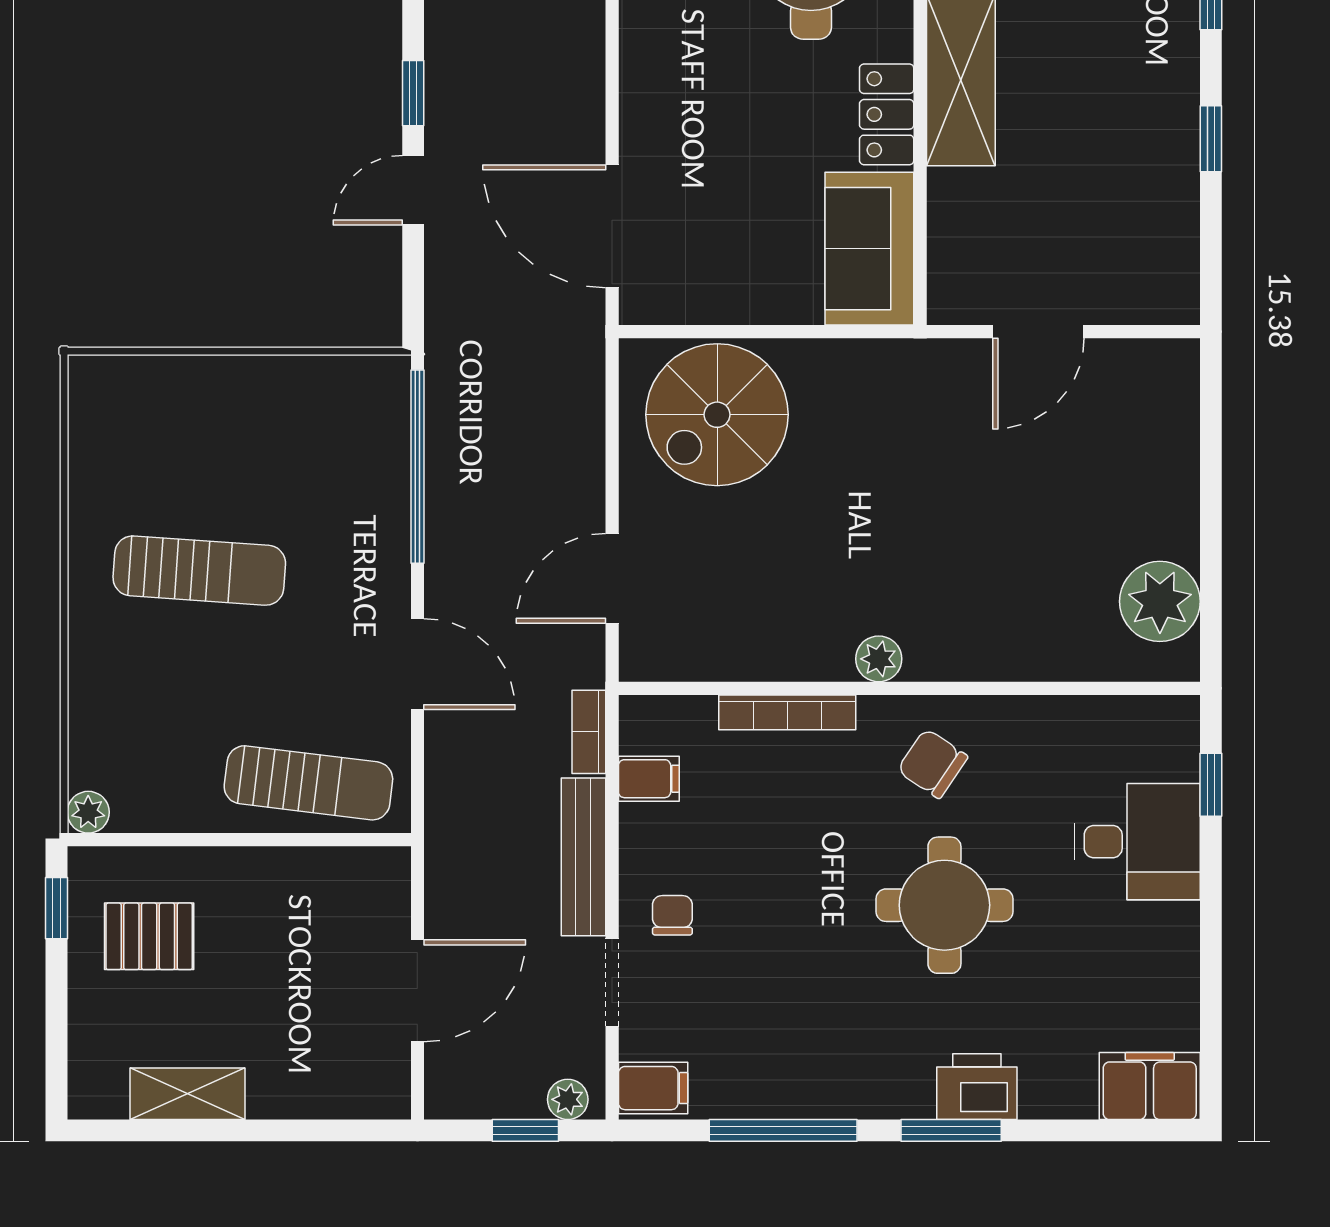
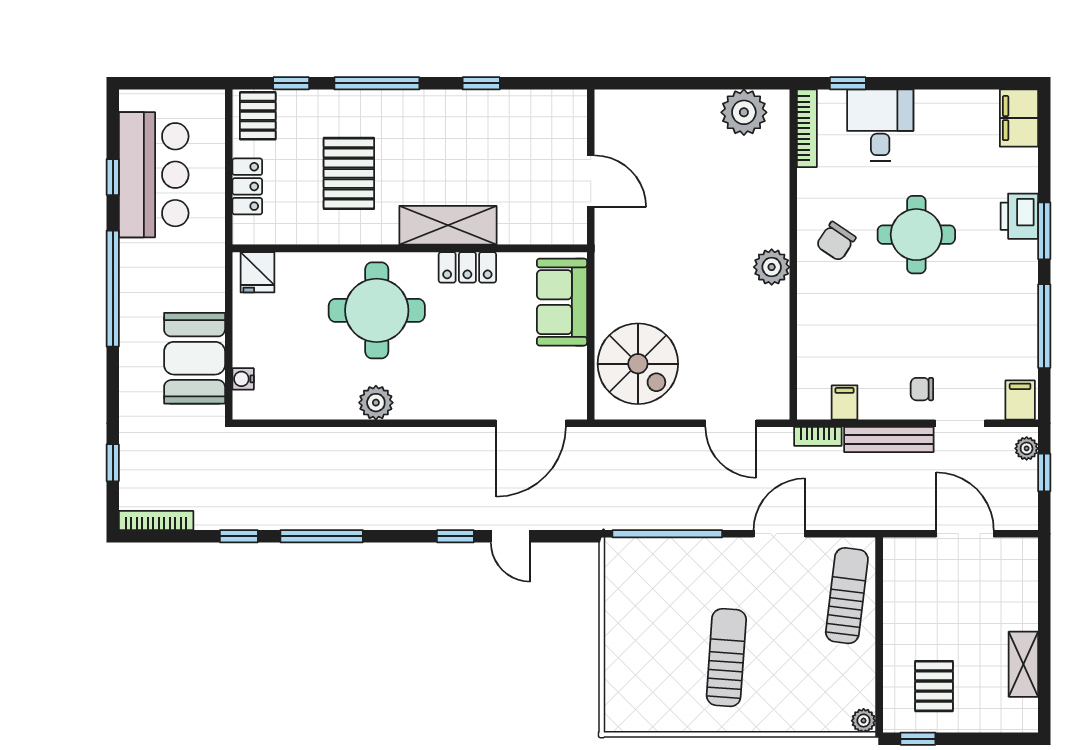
sofa: (869, 249) -> (562, 302), moved, turned 90
plant: (879, 659) -> (772, 267), width x1.38, depth x1.38
bookcase: (787, 712) -> (807, 128), moved

